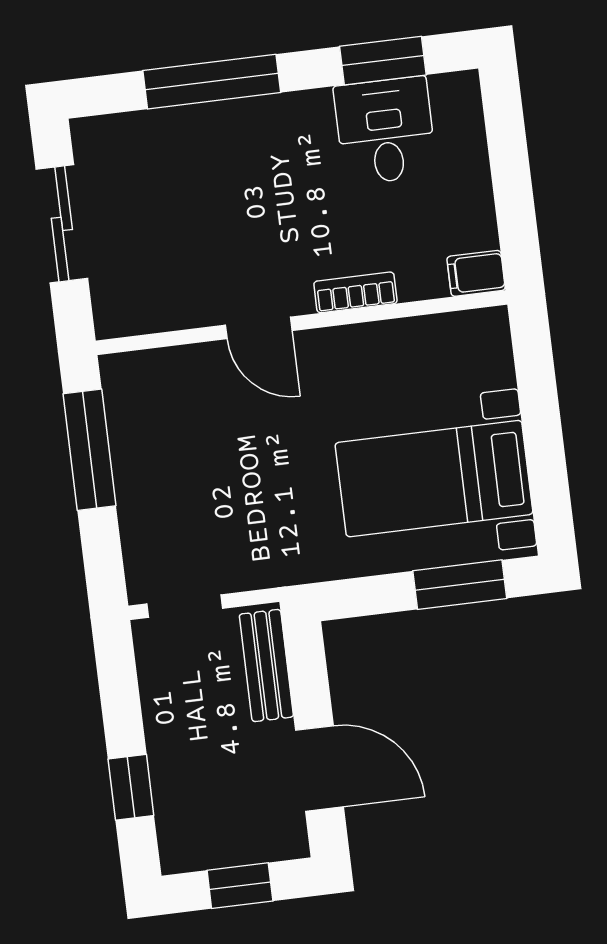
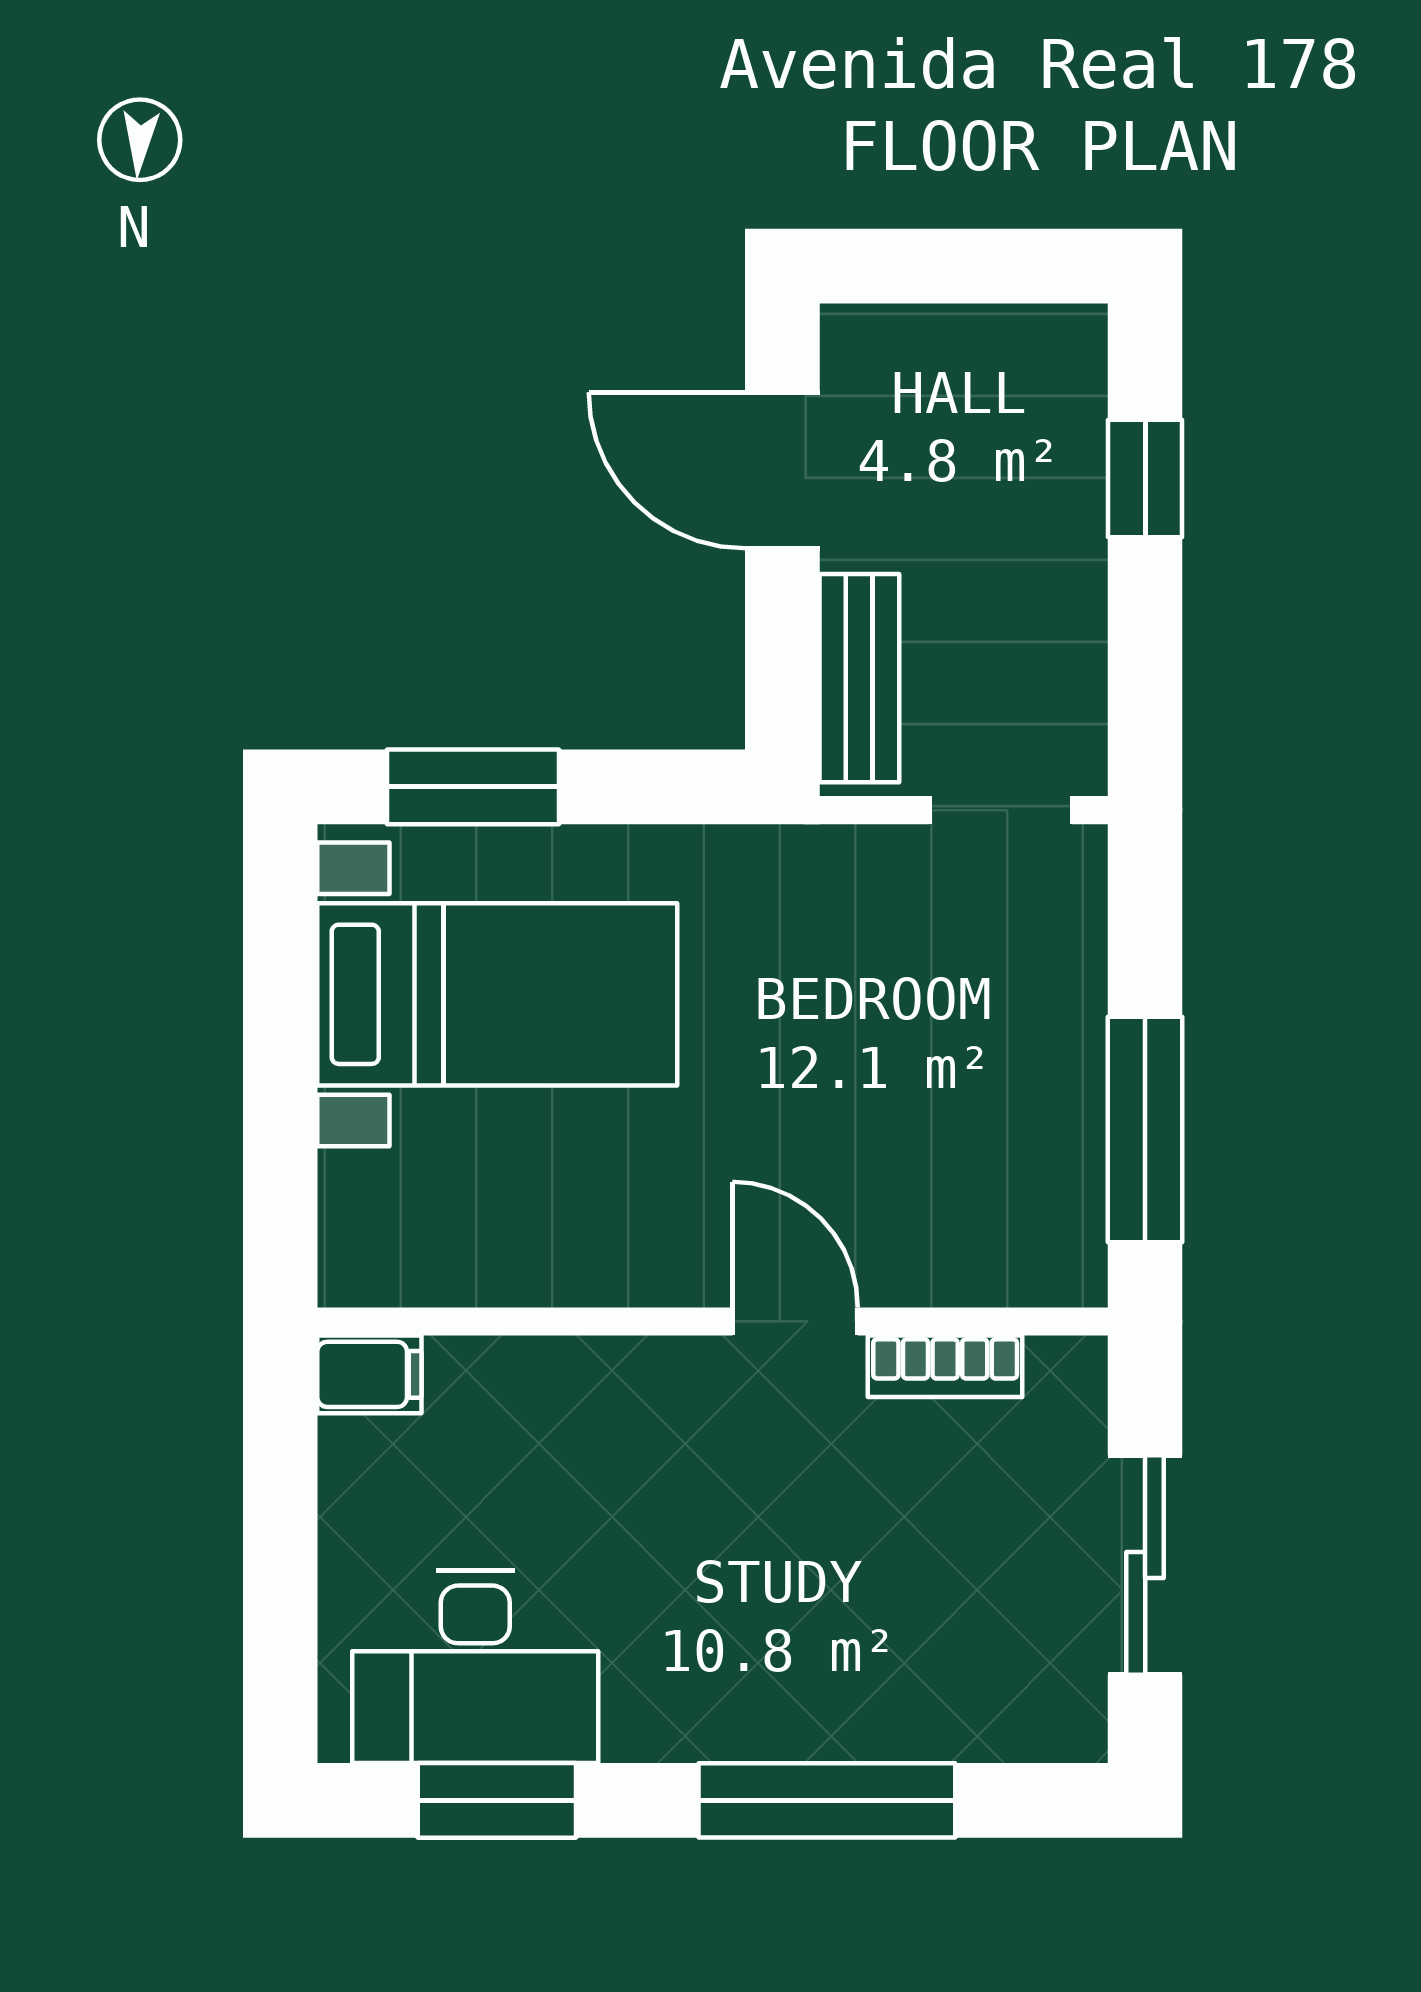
desk: (385, 131) -> (475, 1667), width x1.37
bookcase: (355, 292) -> (945, 1366), moved
window: (240, 886) -> (961, 266), removed

